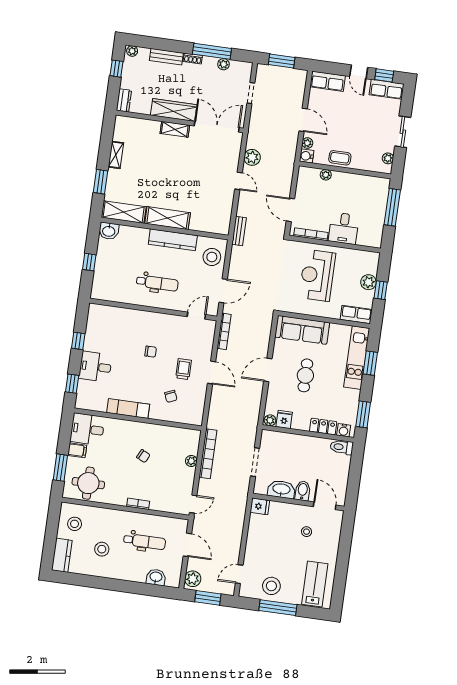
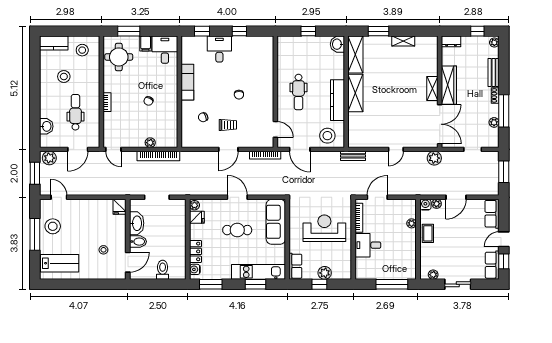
plant: (252, 157) -> (434, 158), moved
toilet: (342, 447) -> (163, 270), moved
dental chair: (145, 542) -> (75, 112), turned 180

